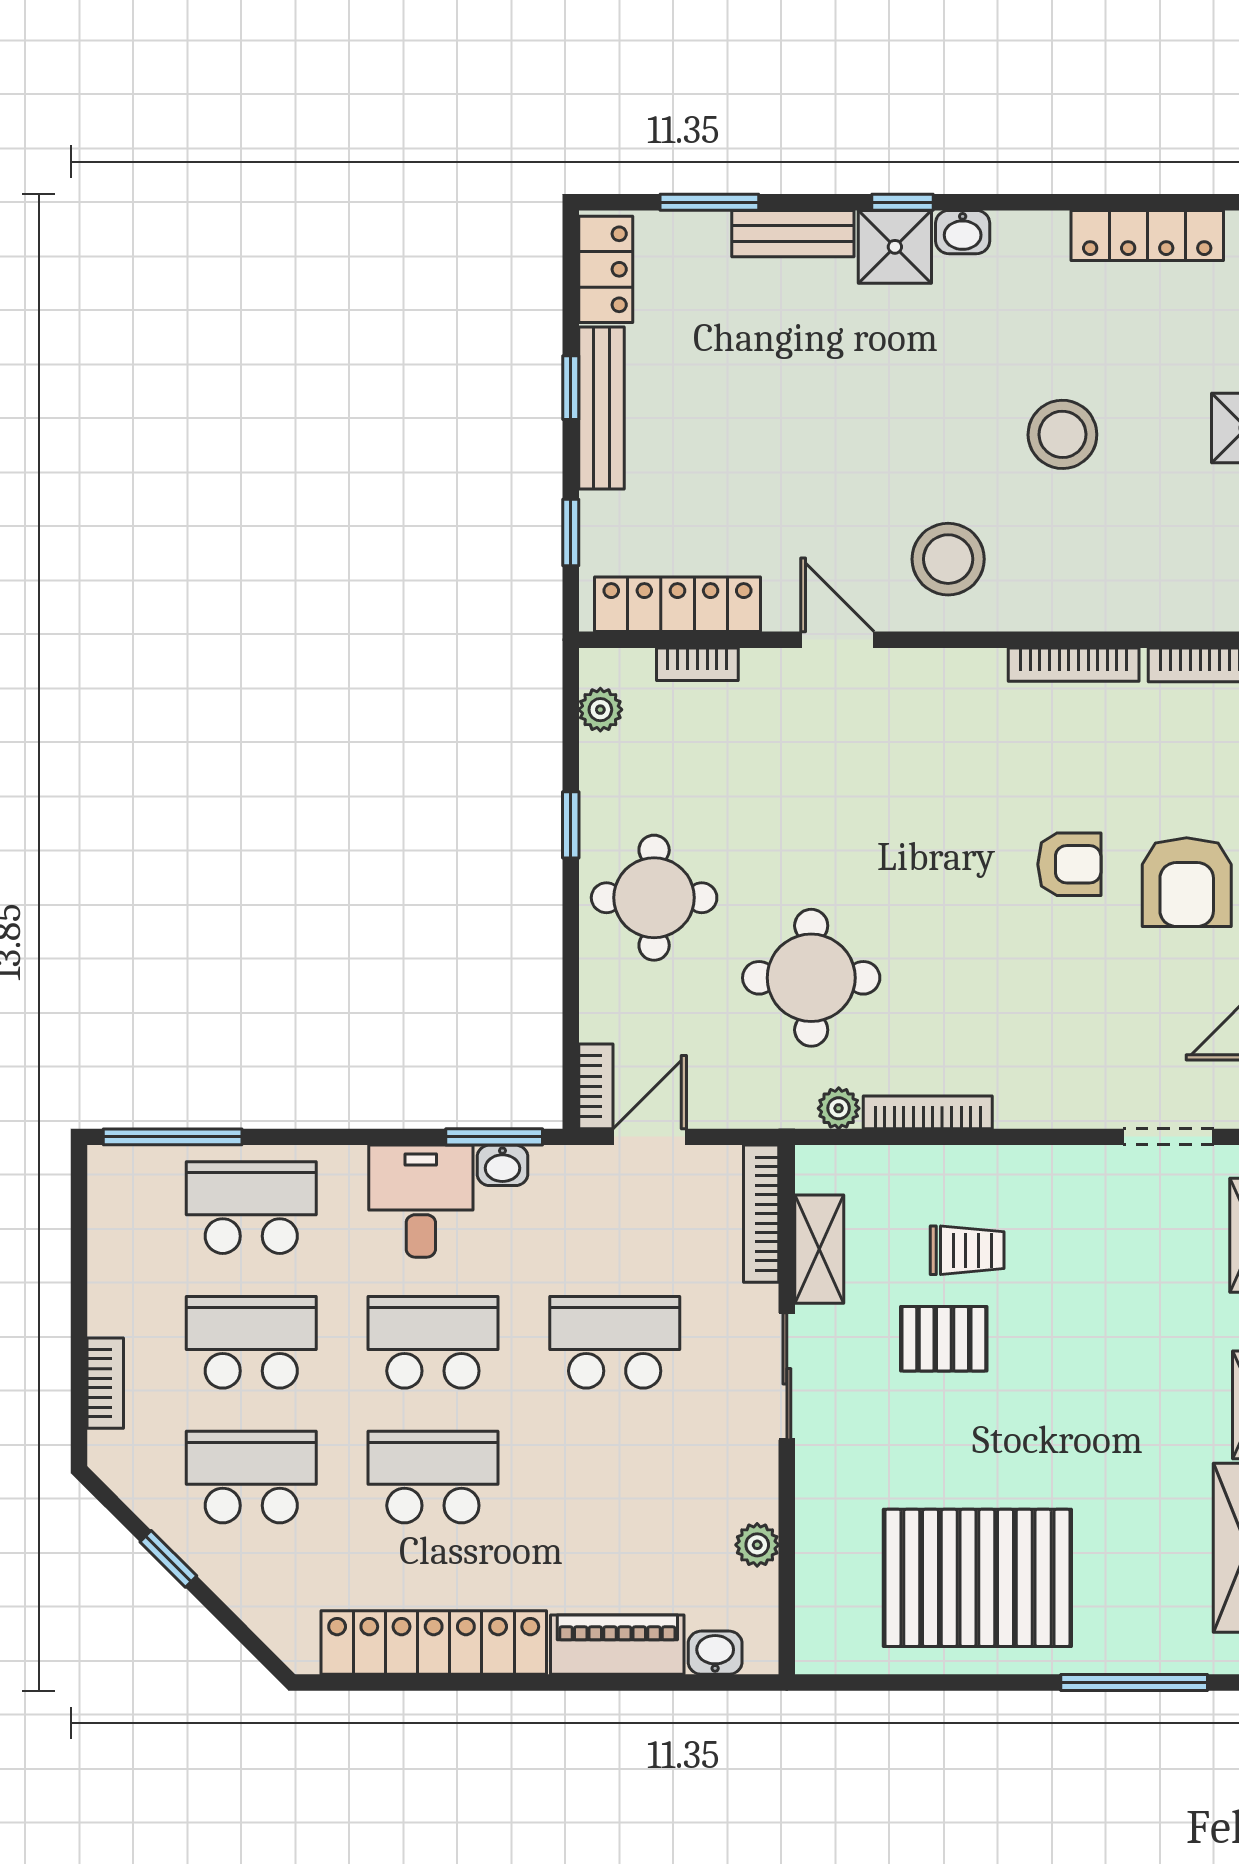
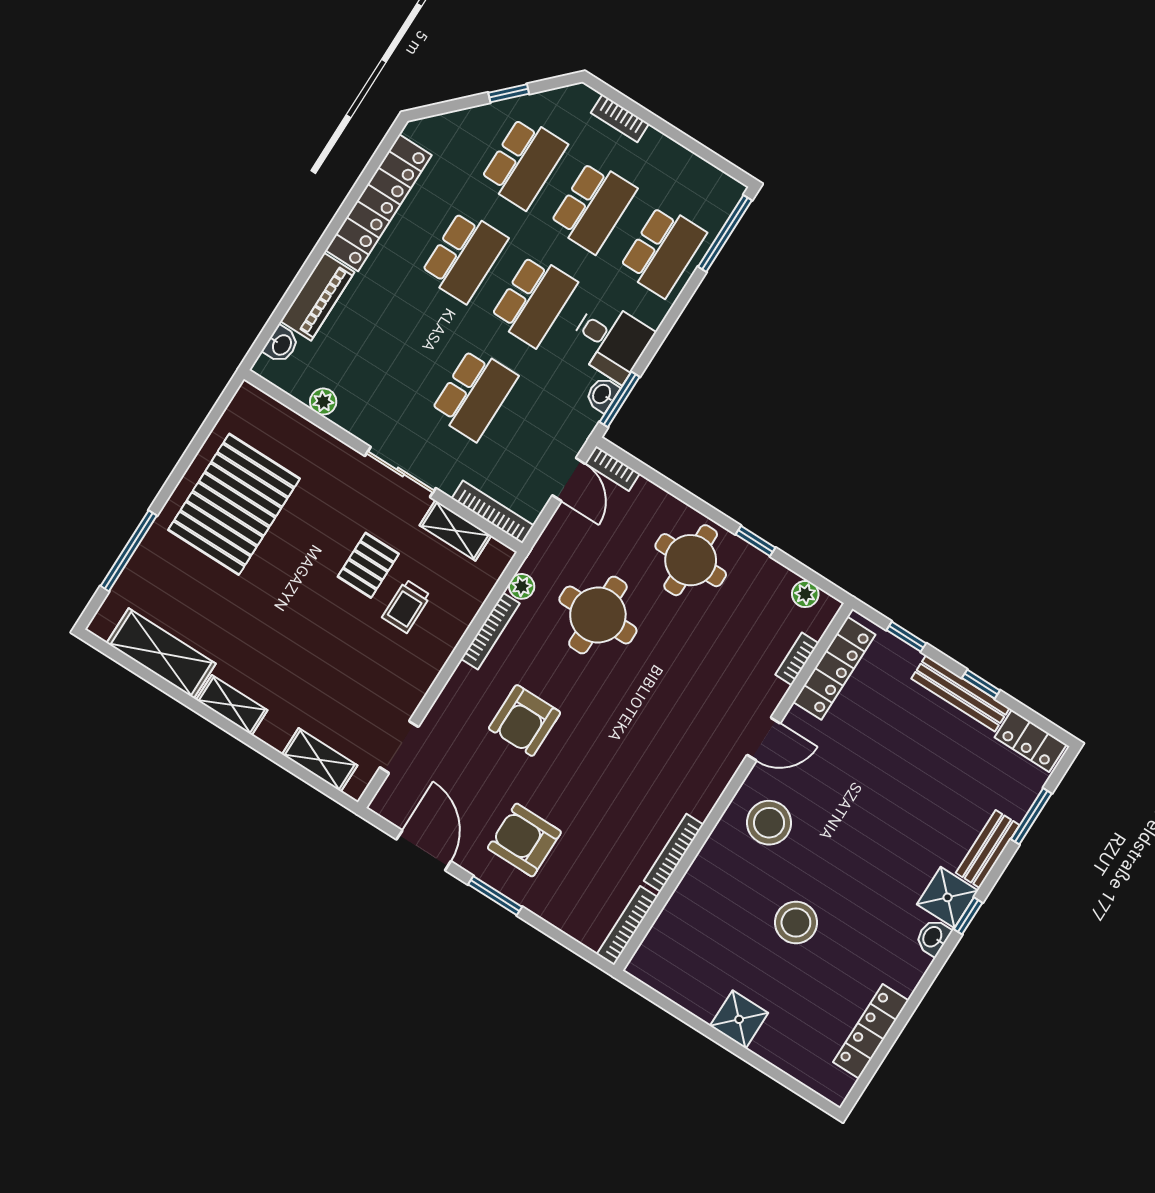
armchair: (1069, 864) -> (525, 720), moved, width x1.38, depth x1.38

